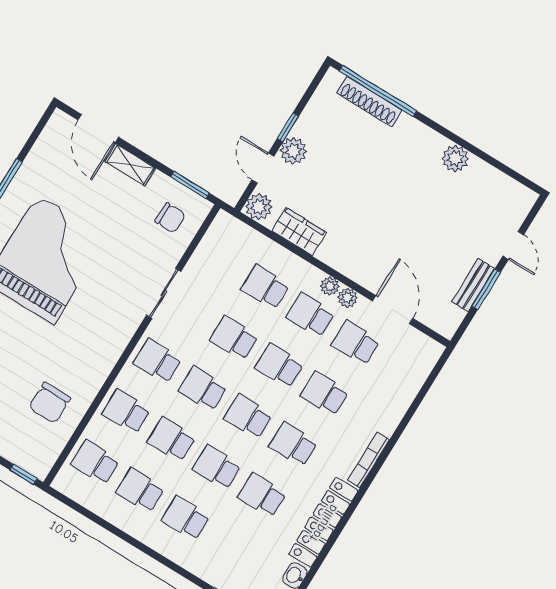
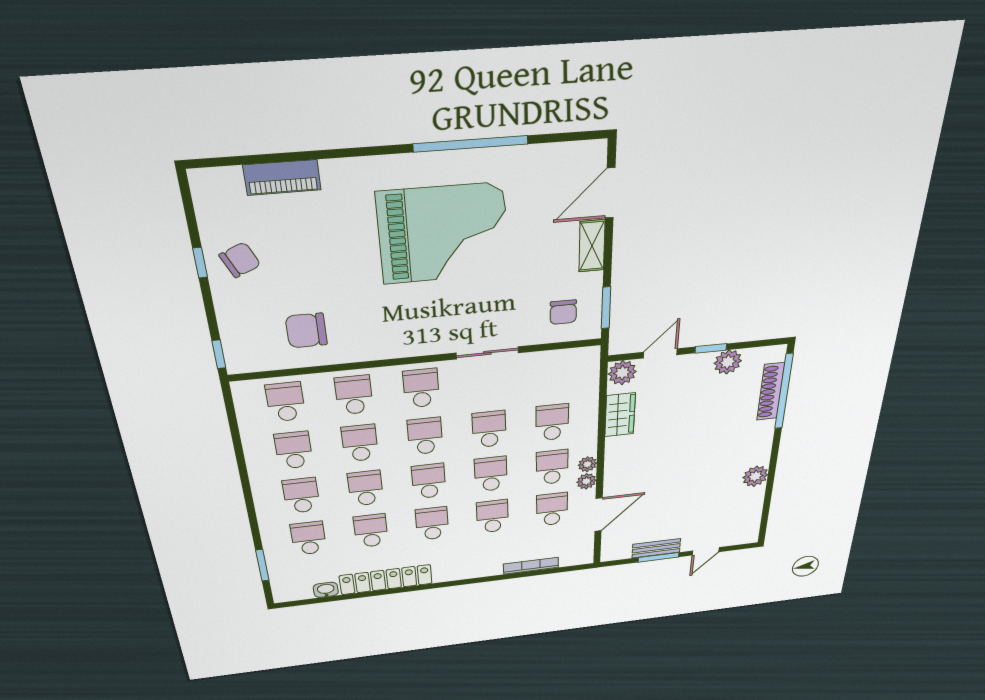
plant: (293, 151) -> (728, 362), moved
bookcase: (369, 460) -> (531, 566), moved
school desk: (231, 546) -> (309, 538), added

